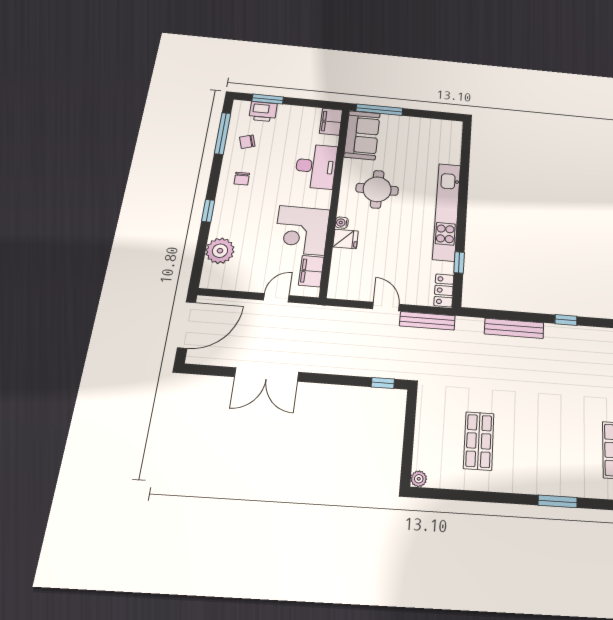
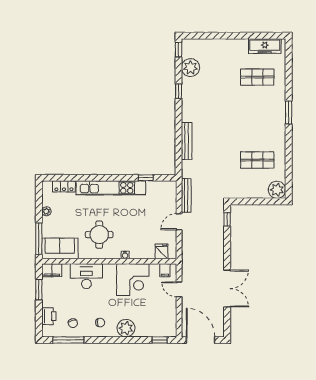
window: (268, 99) -> (39, 290), moved
plant: (418, 123) -> (46, 211), added
window: (208, 211) -> (160, 340), moved
fridge: (346, 239) -> (162, 251), moved
plant: (220, 251) -> (126, 328), moved
filing cabinet: (311, 271) -> (165, 270), width x0.50
locker: (444, 290) -> (64, 186), moved
window: (566, 320) -> (179, 91), moved
plant: (419, 479) -> (277, 190), width x1.88, depth x1.88

